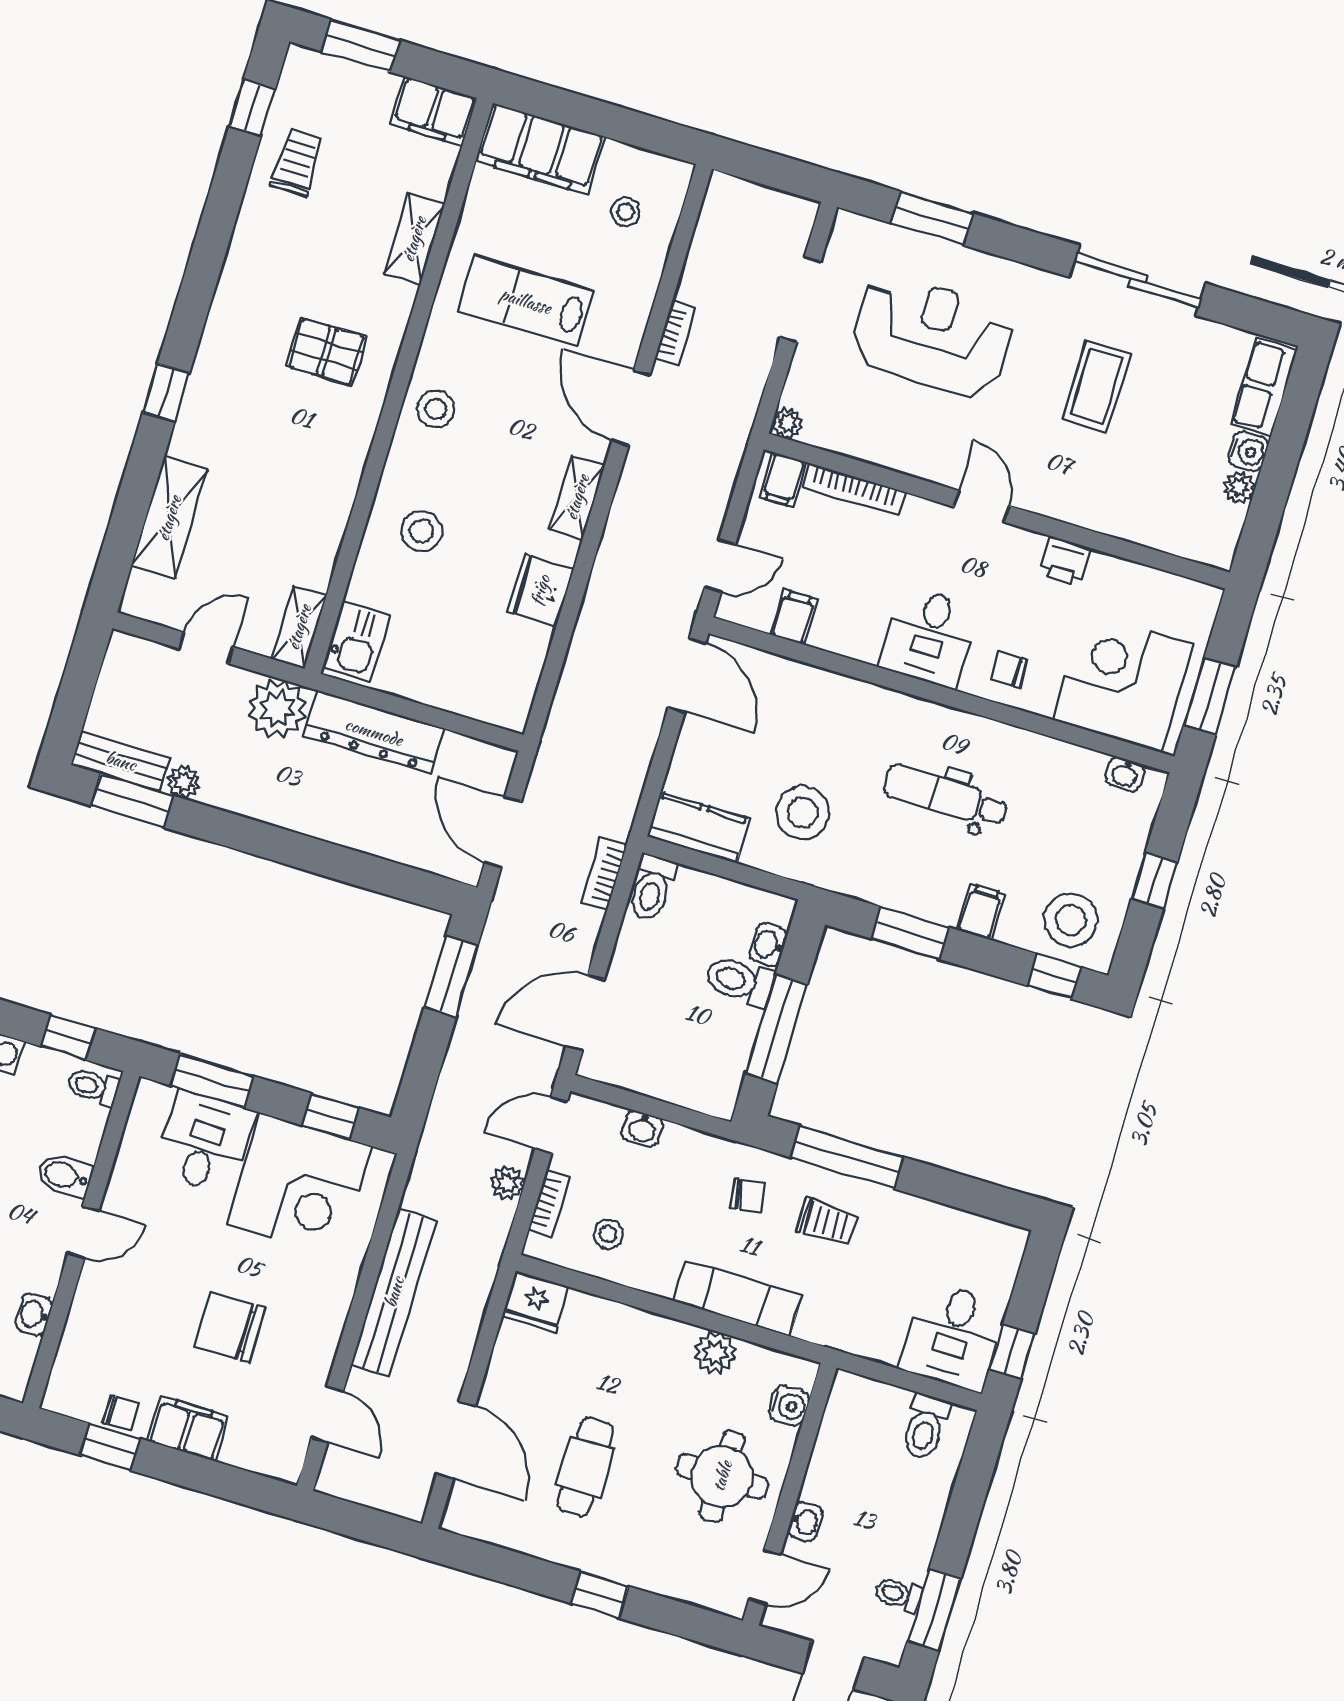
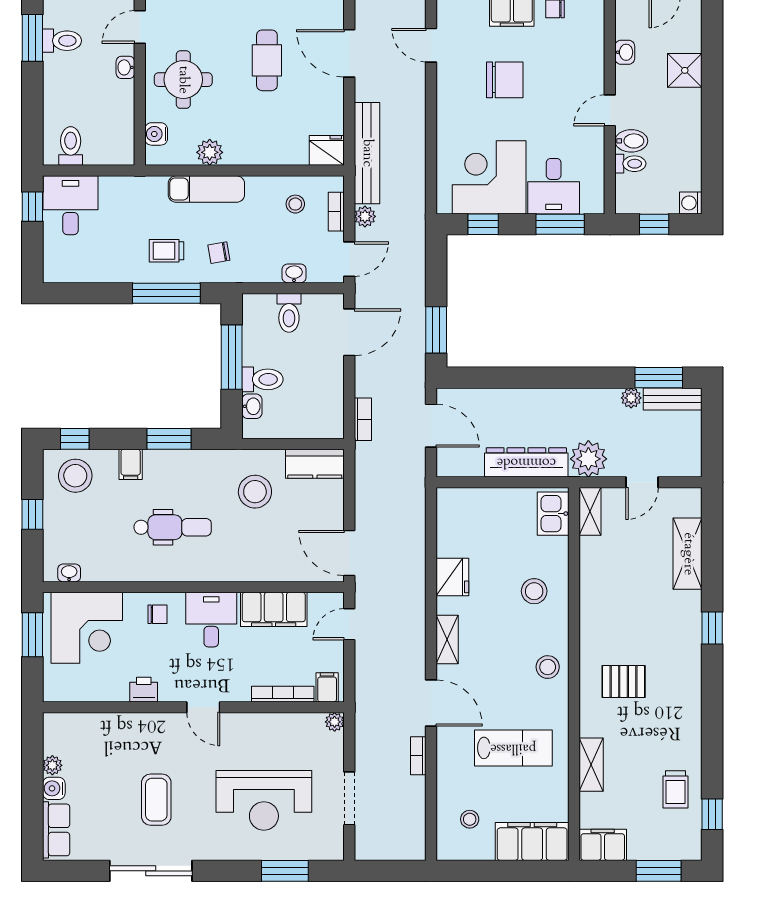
filing cabinet: (794, 617) -> (274, 609), width x3.00, depth x1.17
toilet: (652, 888) -> (289, 313), moved, turned 180
toilet: (93, 1087) -> (630, 164), moved
bench: (394, 1292) -> (367, 153), moved
toilet: (898, 1595) -> (62, 41), width x1.37, depth x1.39

